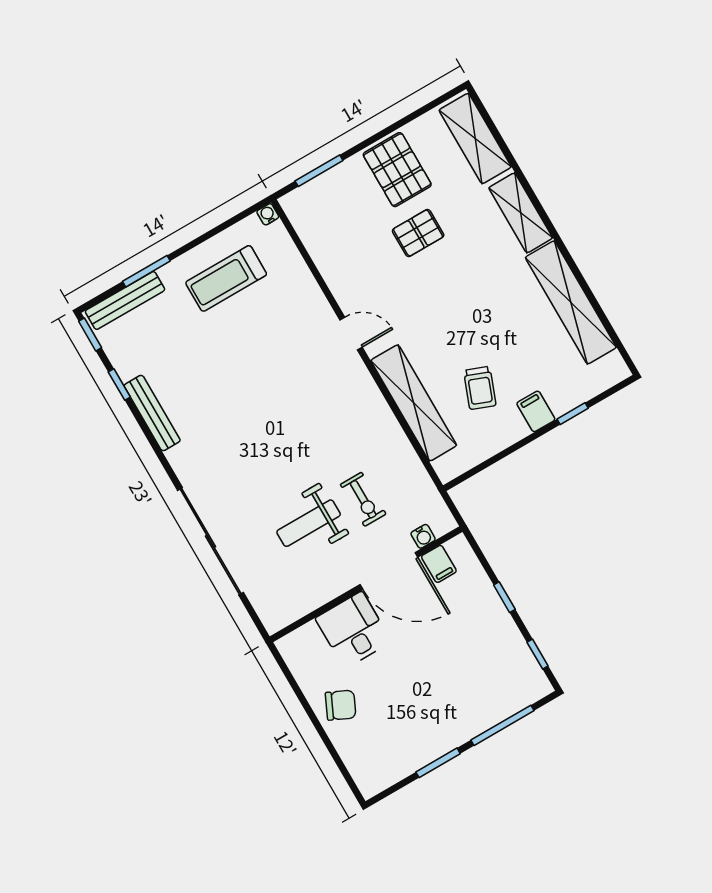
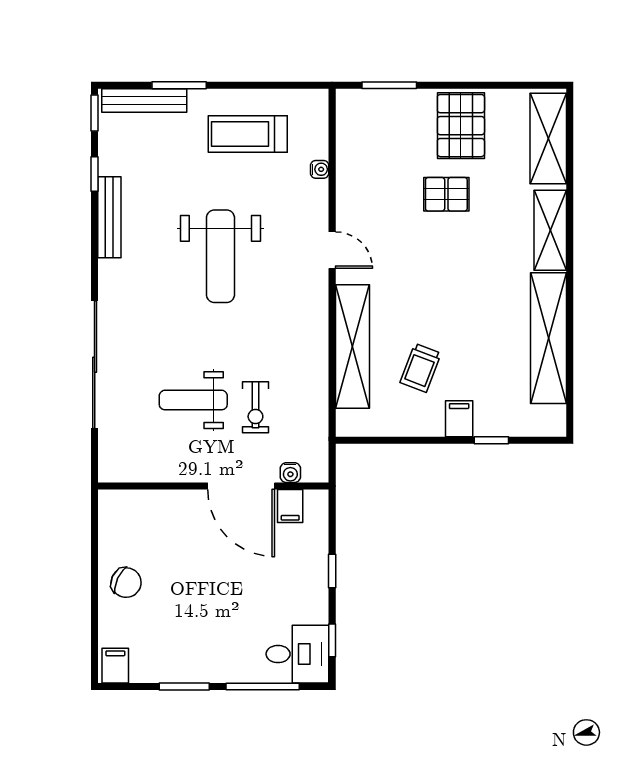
water cooler: (268, 214) -> (320, 169), moved, turned 90
weight bench: (262, 392) -> (220, 256), added
desk: (353, 630) -> (297, 654), moved, turned 90
filing cabinet: (371, 779) -> (115, 666), added

